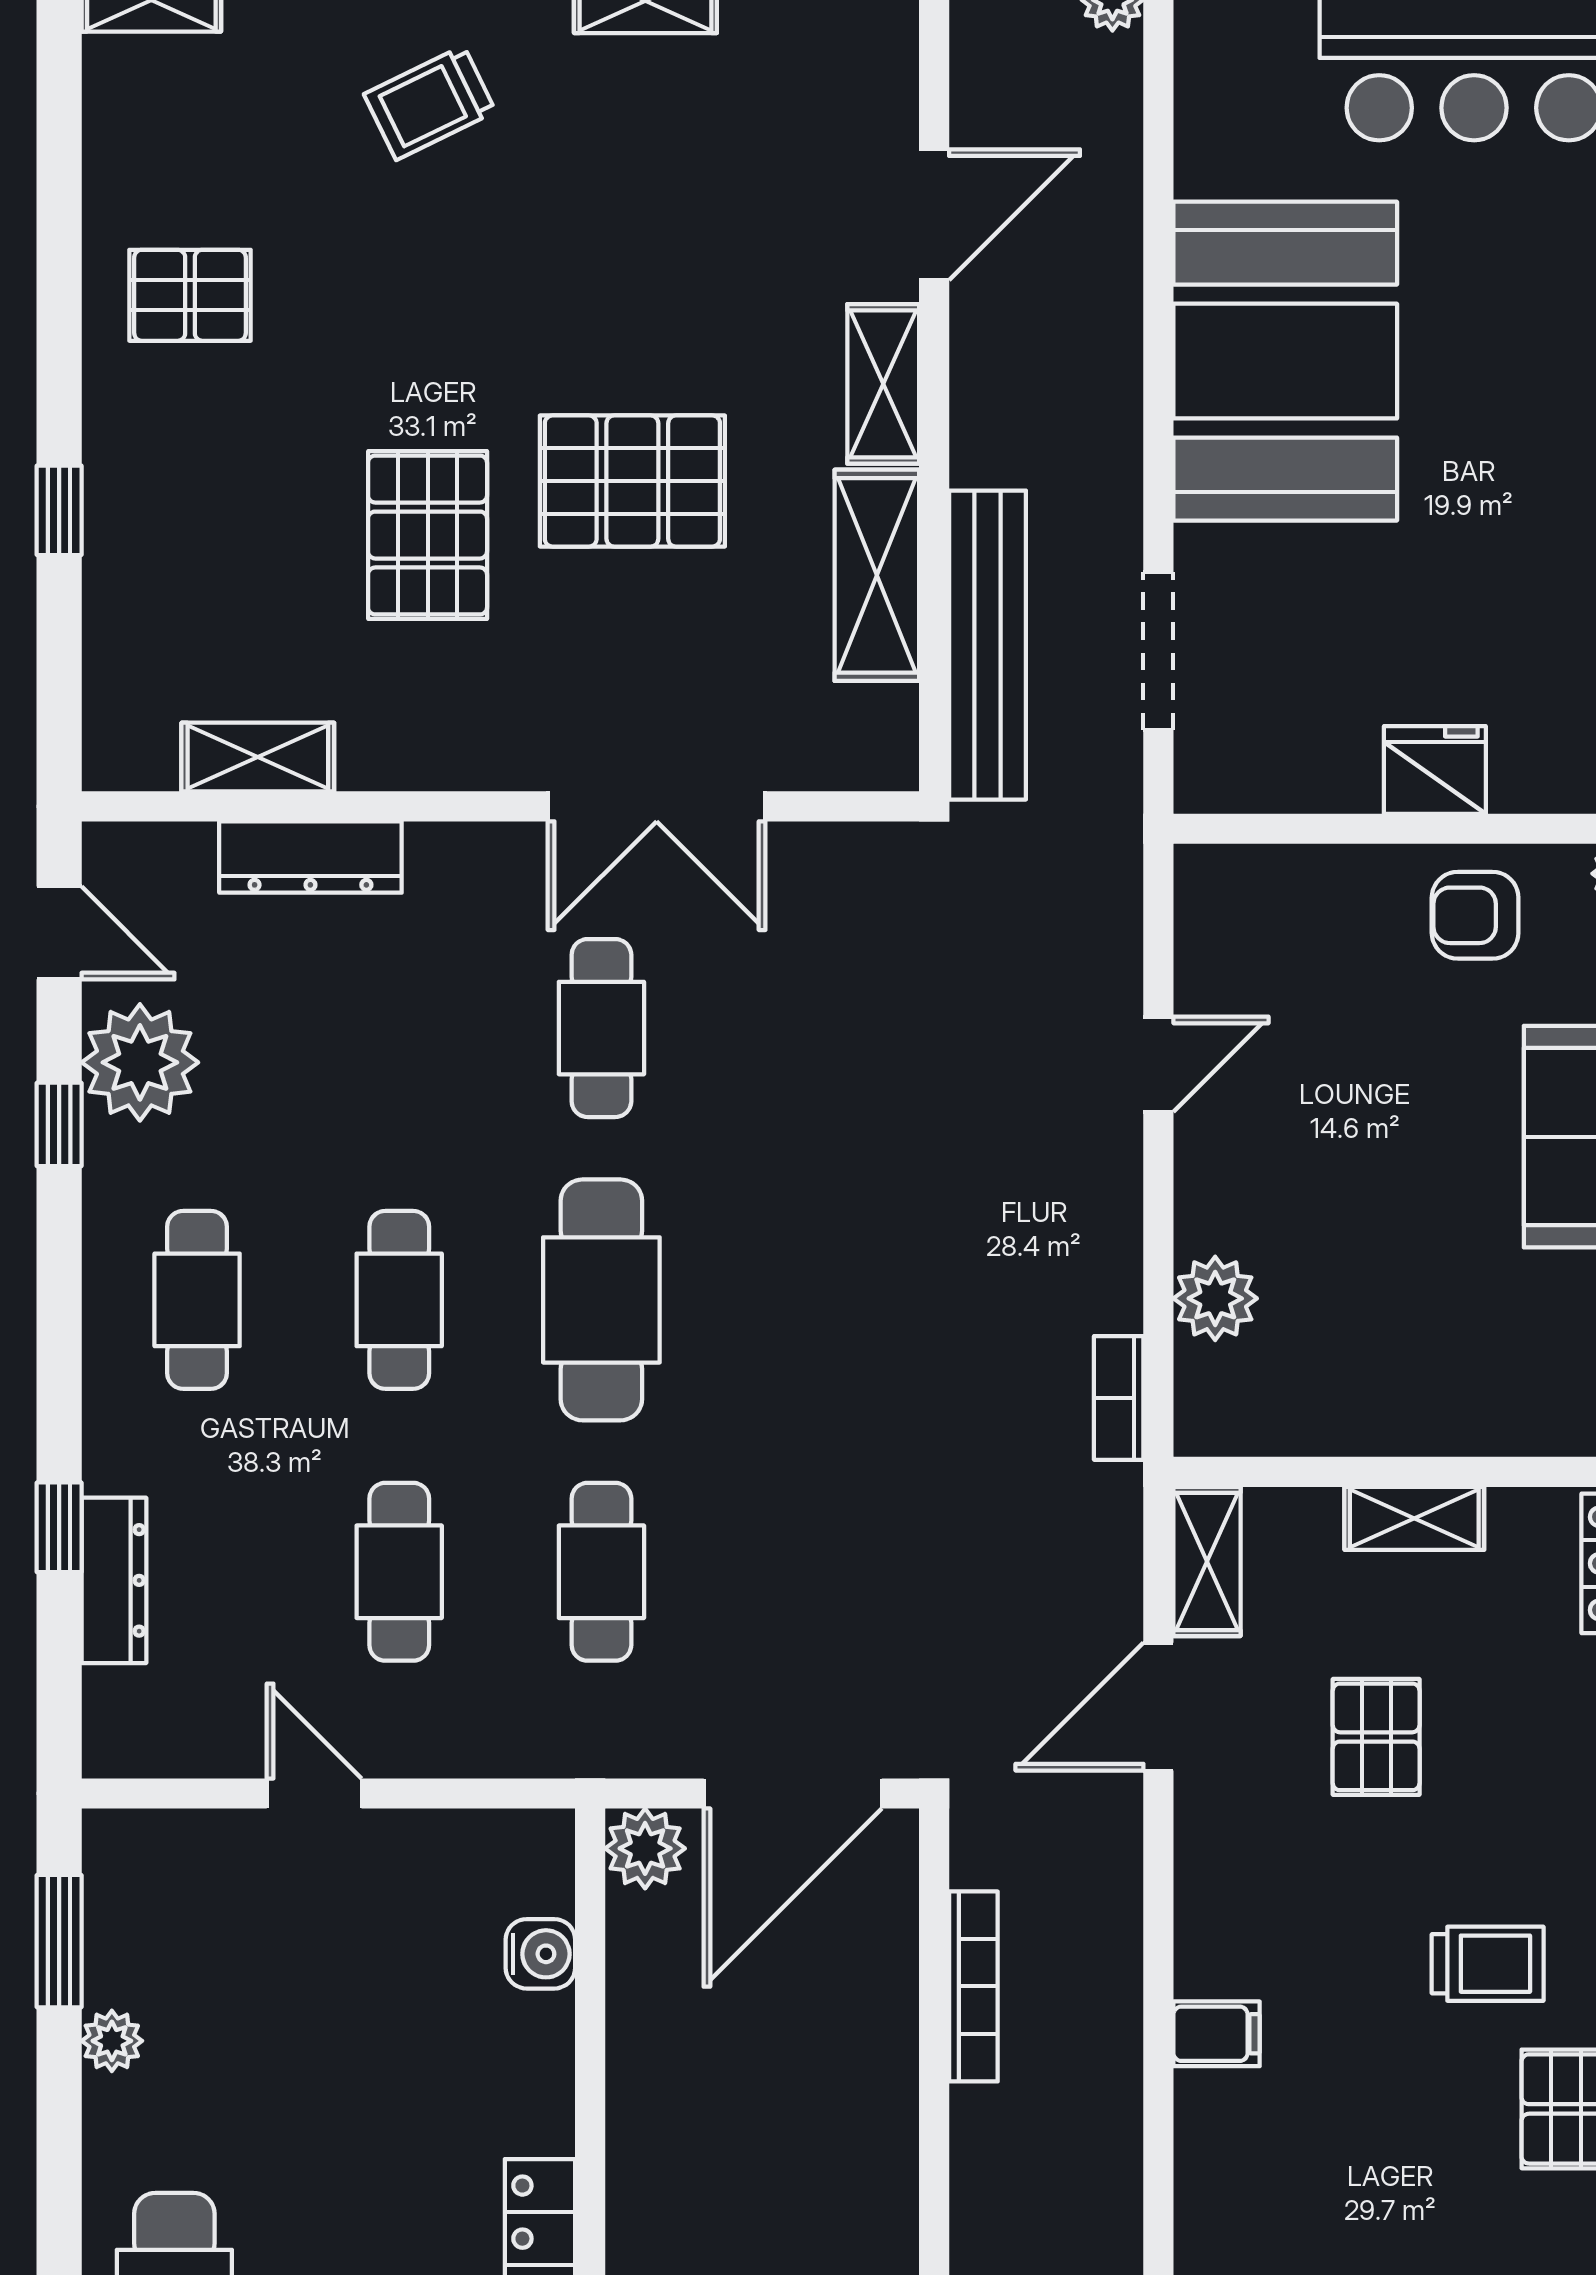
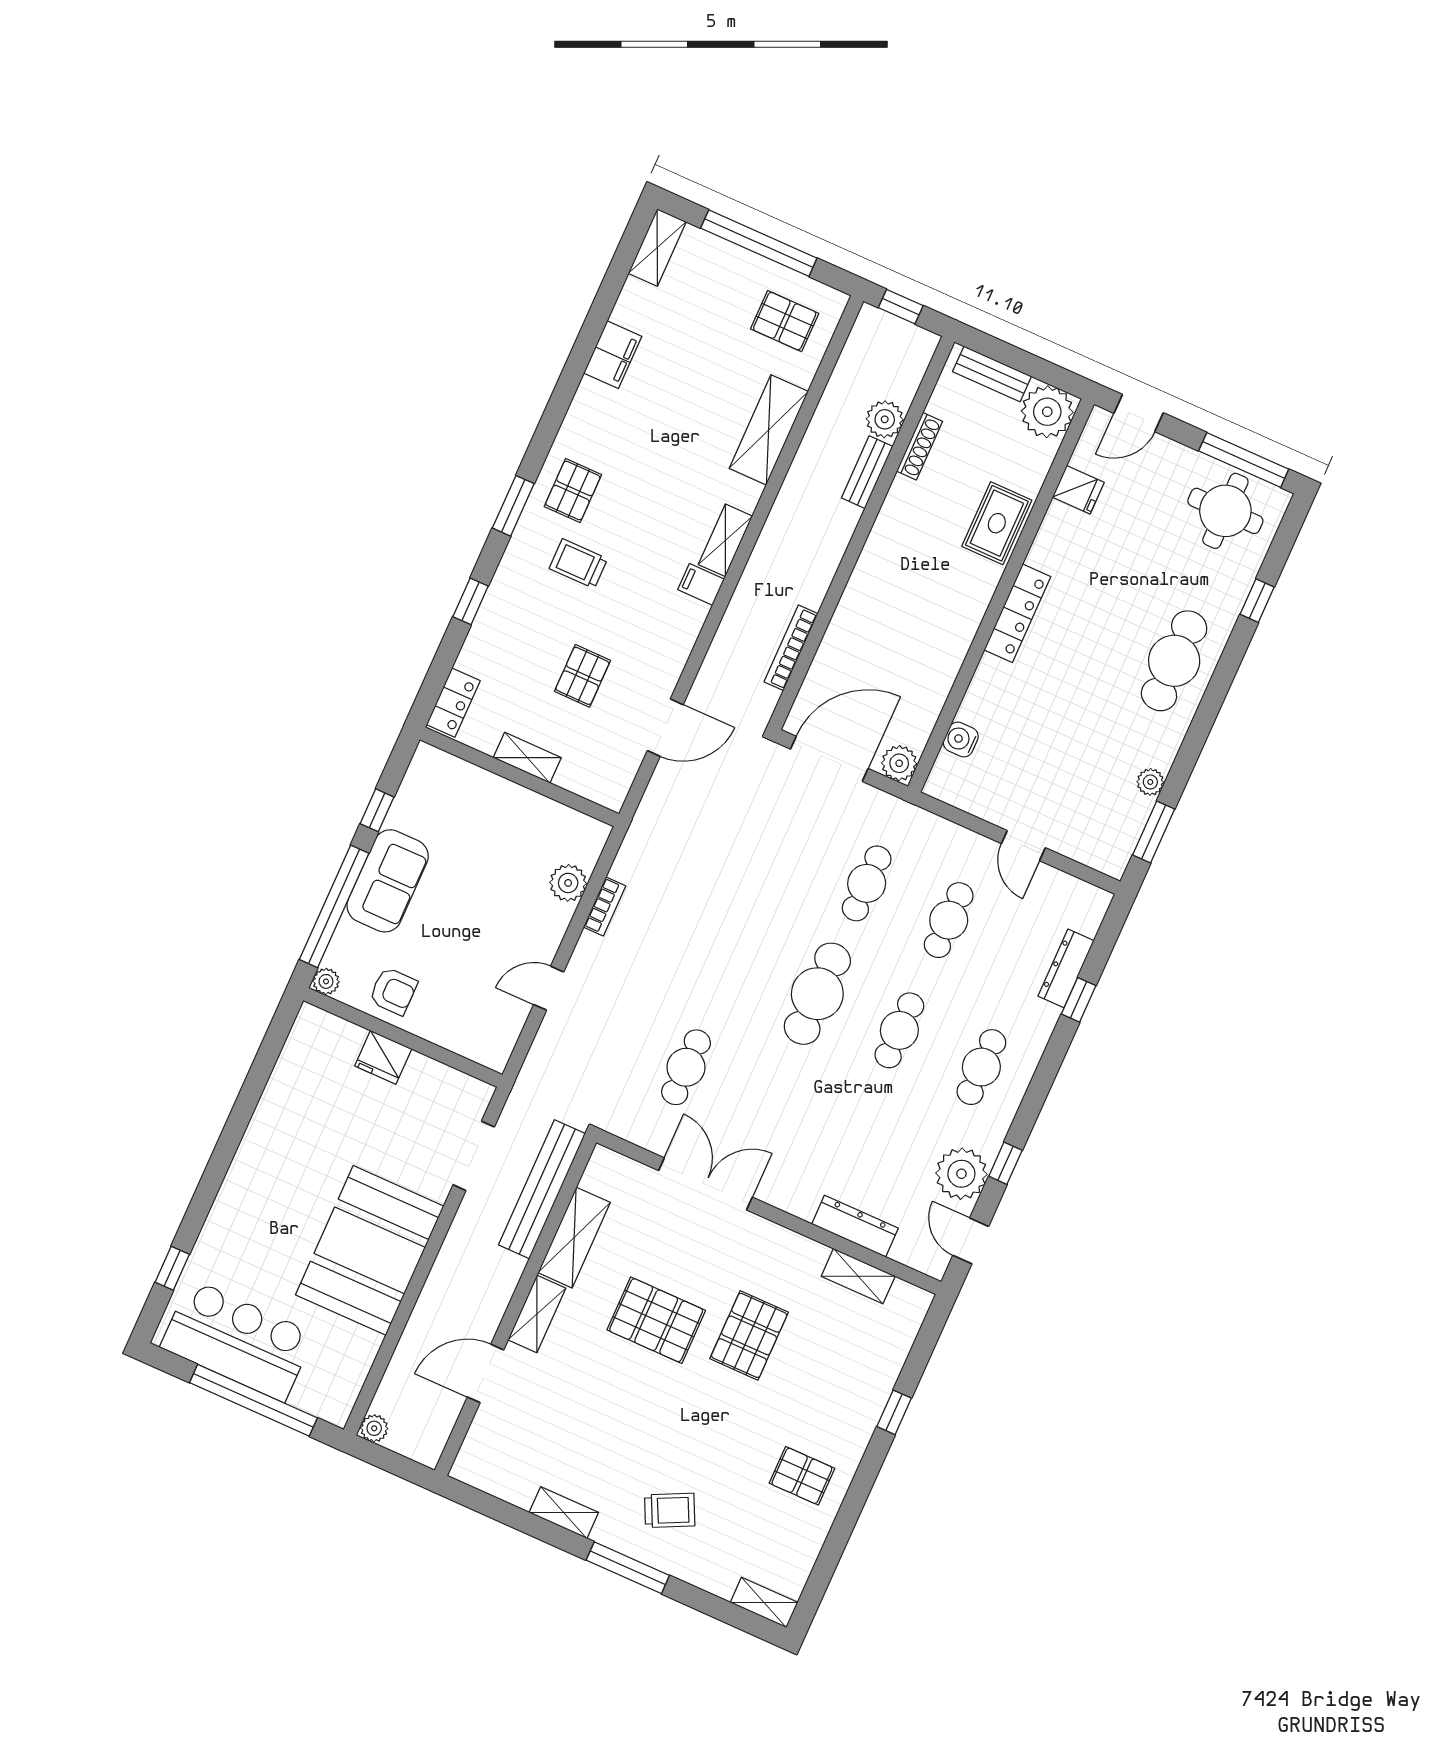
cafe table: (601, 1028) -> (686, 1067), moved
bookcase: (1119, 1398) -> (605, 906), moved
shelving: (1207, 1561) -> (725, 540), moved

